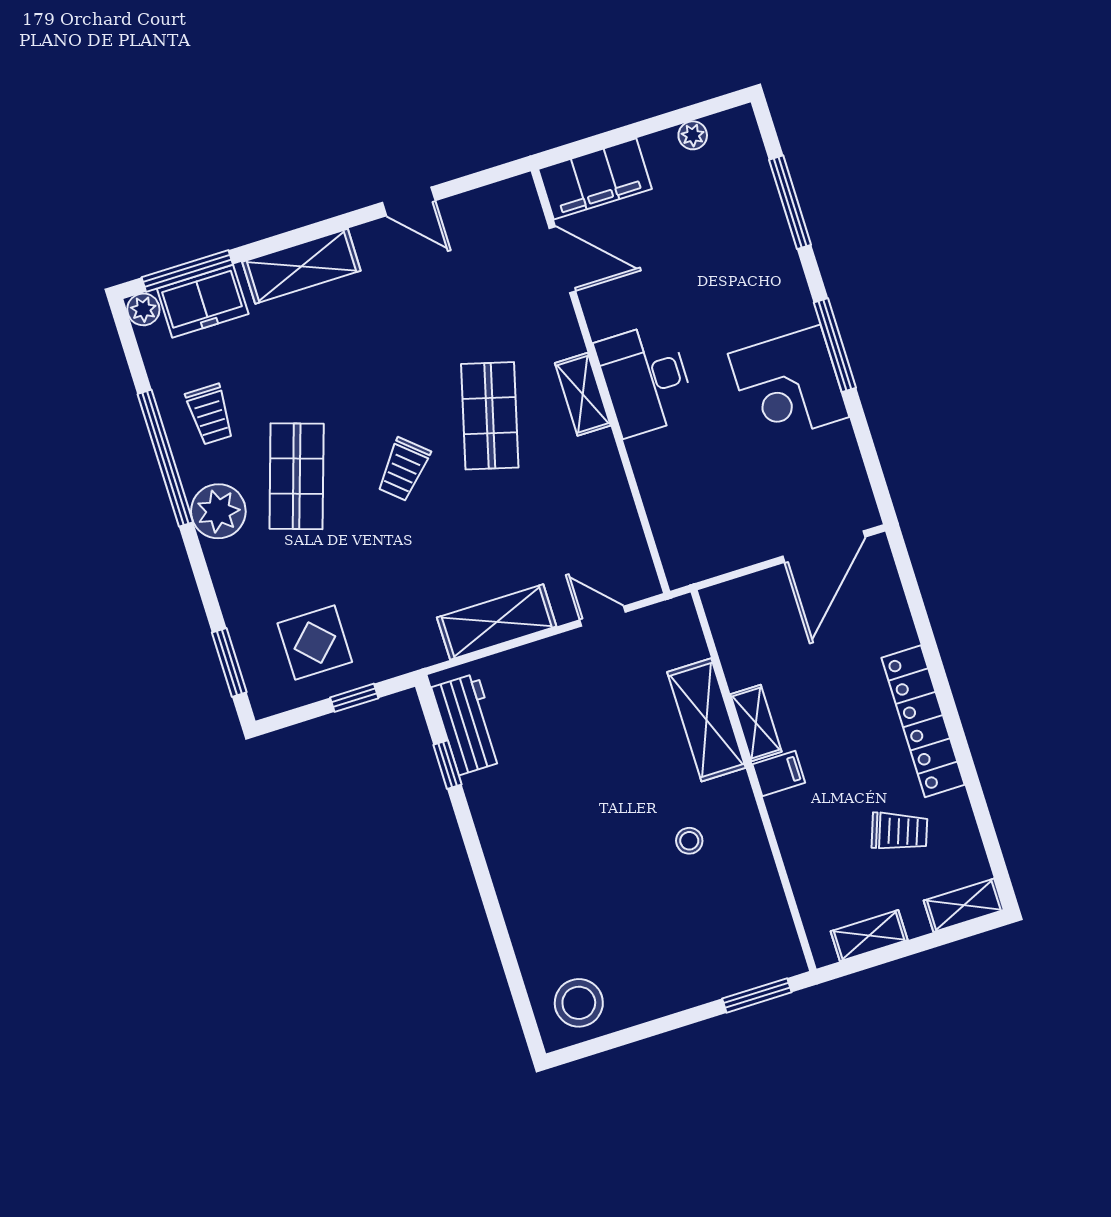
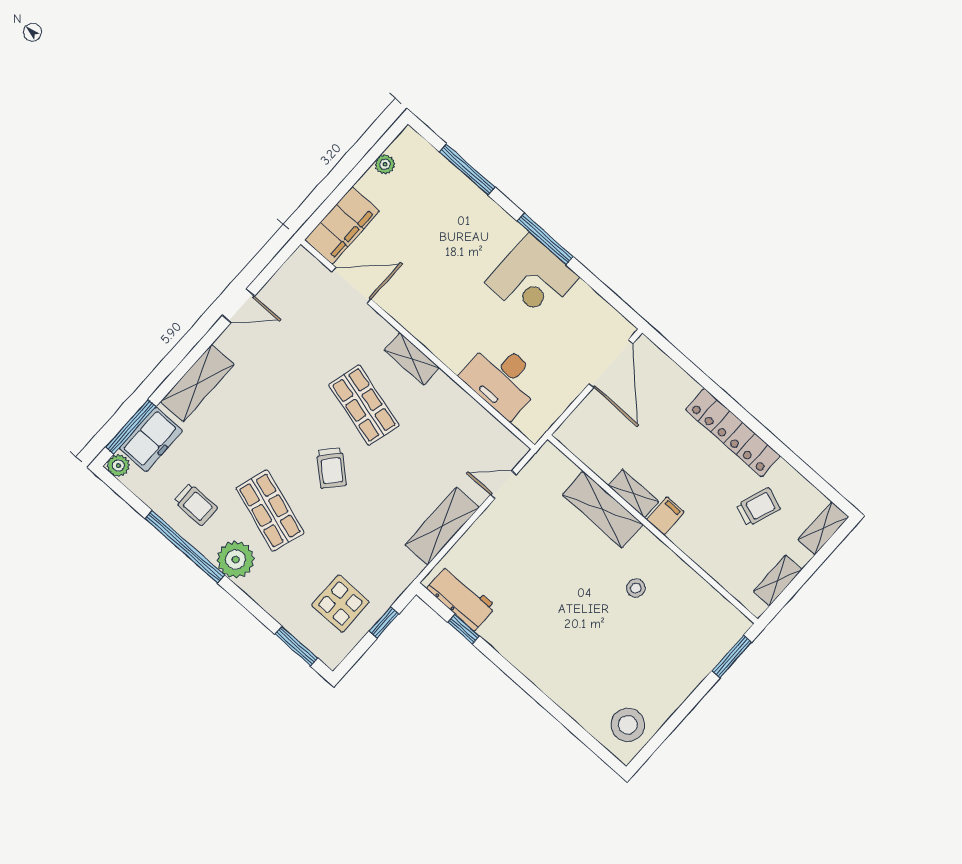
desk: (646, 379) -> (502, 379), moved

